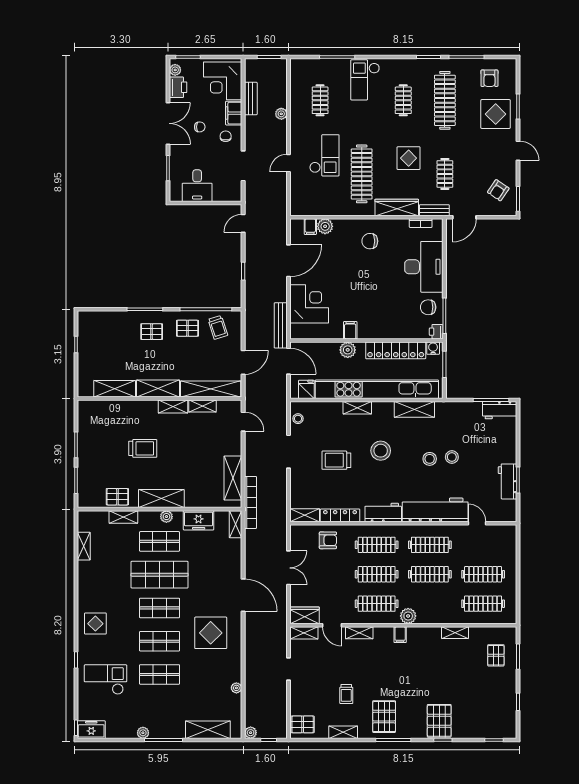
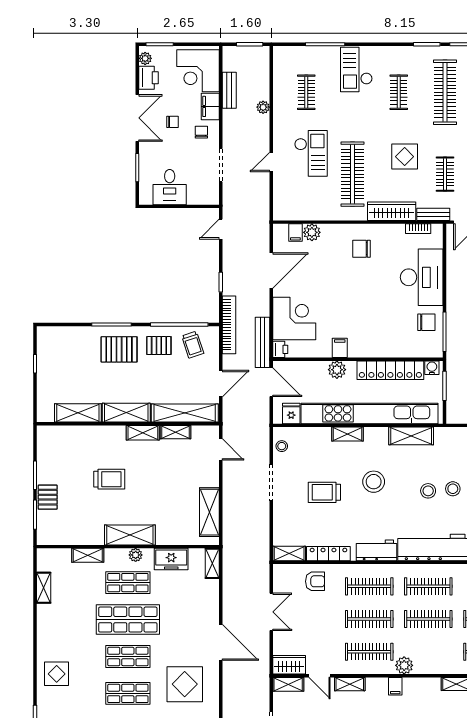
chair: (428, 307) -> (426, 322), turned 180
pallet: (152, 332) -> (119, 349), width x1.50, depth x1.42
printer: (436, 332) -> (280, 349), moved, turned 180
pallet: (117, 497) -> (48, 497), moved, turned 90
bookcase: (250, 502) -> (229, 325), moved

